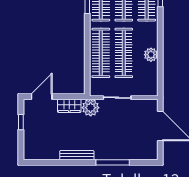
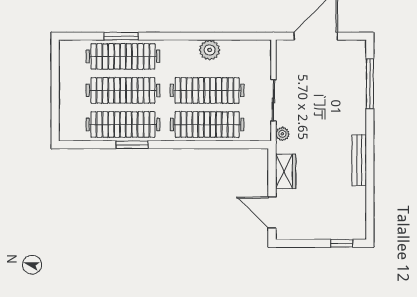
plant: (91, 108) -> (282, 134), width x0.53, depth x0.53
window: (21, 122) -> (342, 243), moved
window: (113, 162) -> (370, 84), moved

